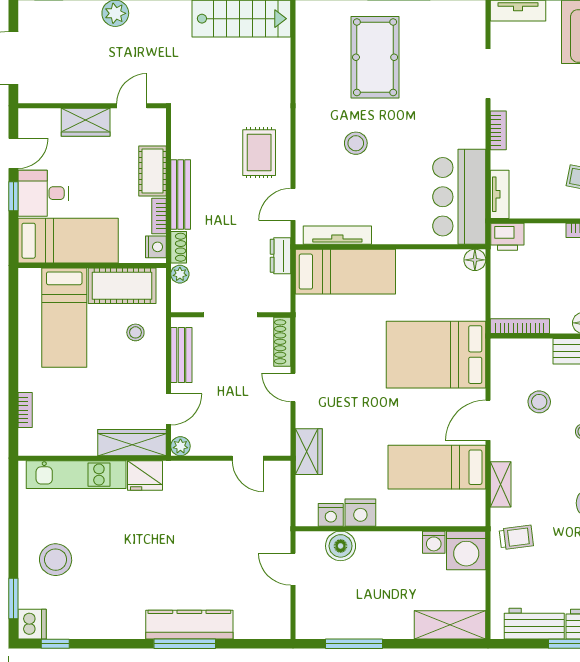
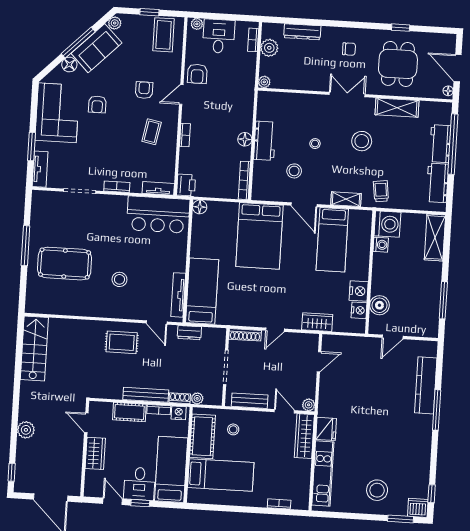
kitchen counter: (189, 625) -> (426, 385), moved

